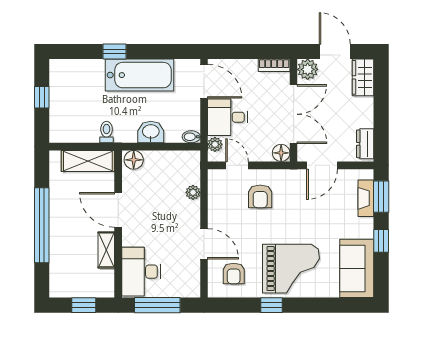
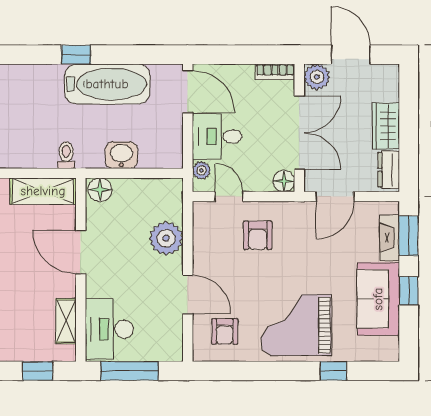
wardrobe: (363, 77) -> (386, 126), moved
bidet: (191, 137) -> (172, 161), removed
plant: (193, 192) -> (166, 238), width x1.88, depth x1.88
shelving: (106, 250) -> (66, 321), moved
sofa: (357, 268) -> (378, 299), moved
grand piano: (291, 269) -> (296, 325), turned 180
window: (272, 305) -> (333, 371), moved

